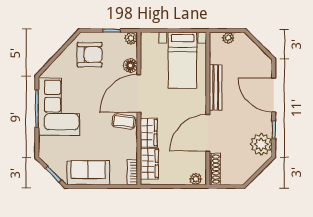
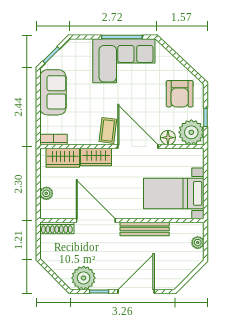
plant: (131, 38) -> (191, 132), width x1.88, depth x1.88
plant: (196, 179) -> (46, 193), moved

